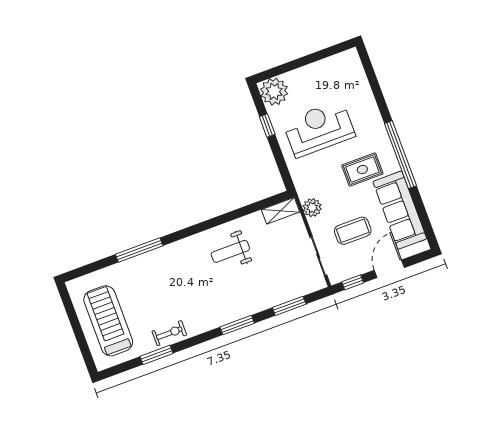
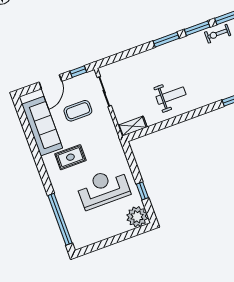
reception desk: (319, 129) -> (103, 188), turned 180
window: (400, 155) -> (60, 219), moved
plant: (312, 208) -> (109, 128), removed
window: (289, 306) -> (197, 28), moved

